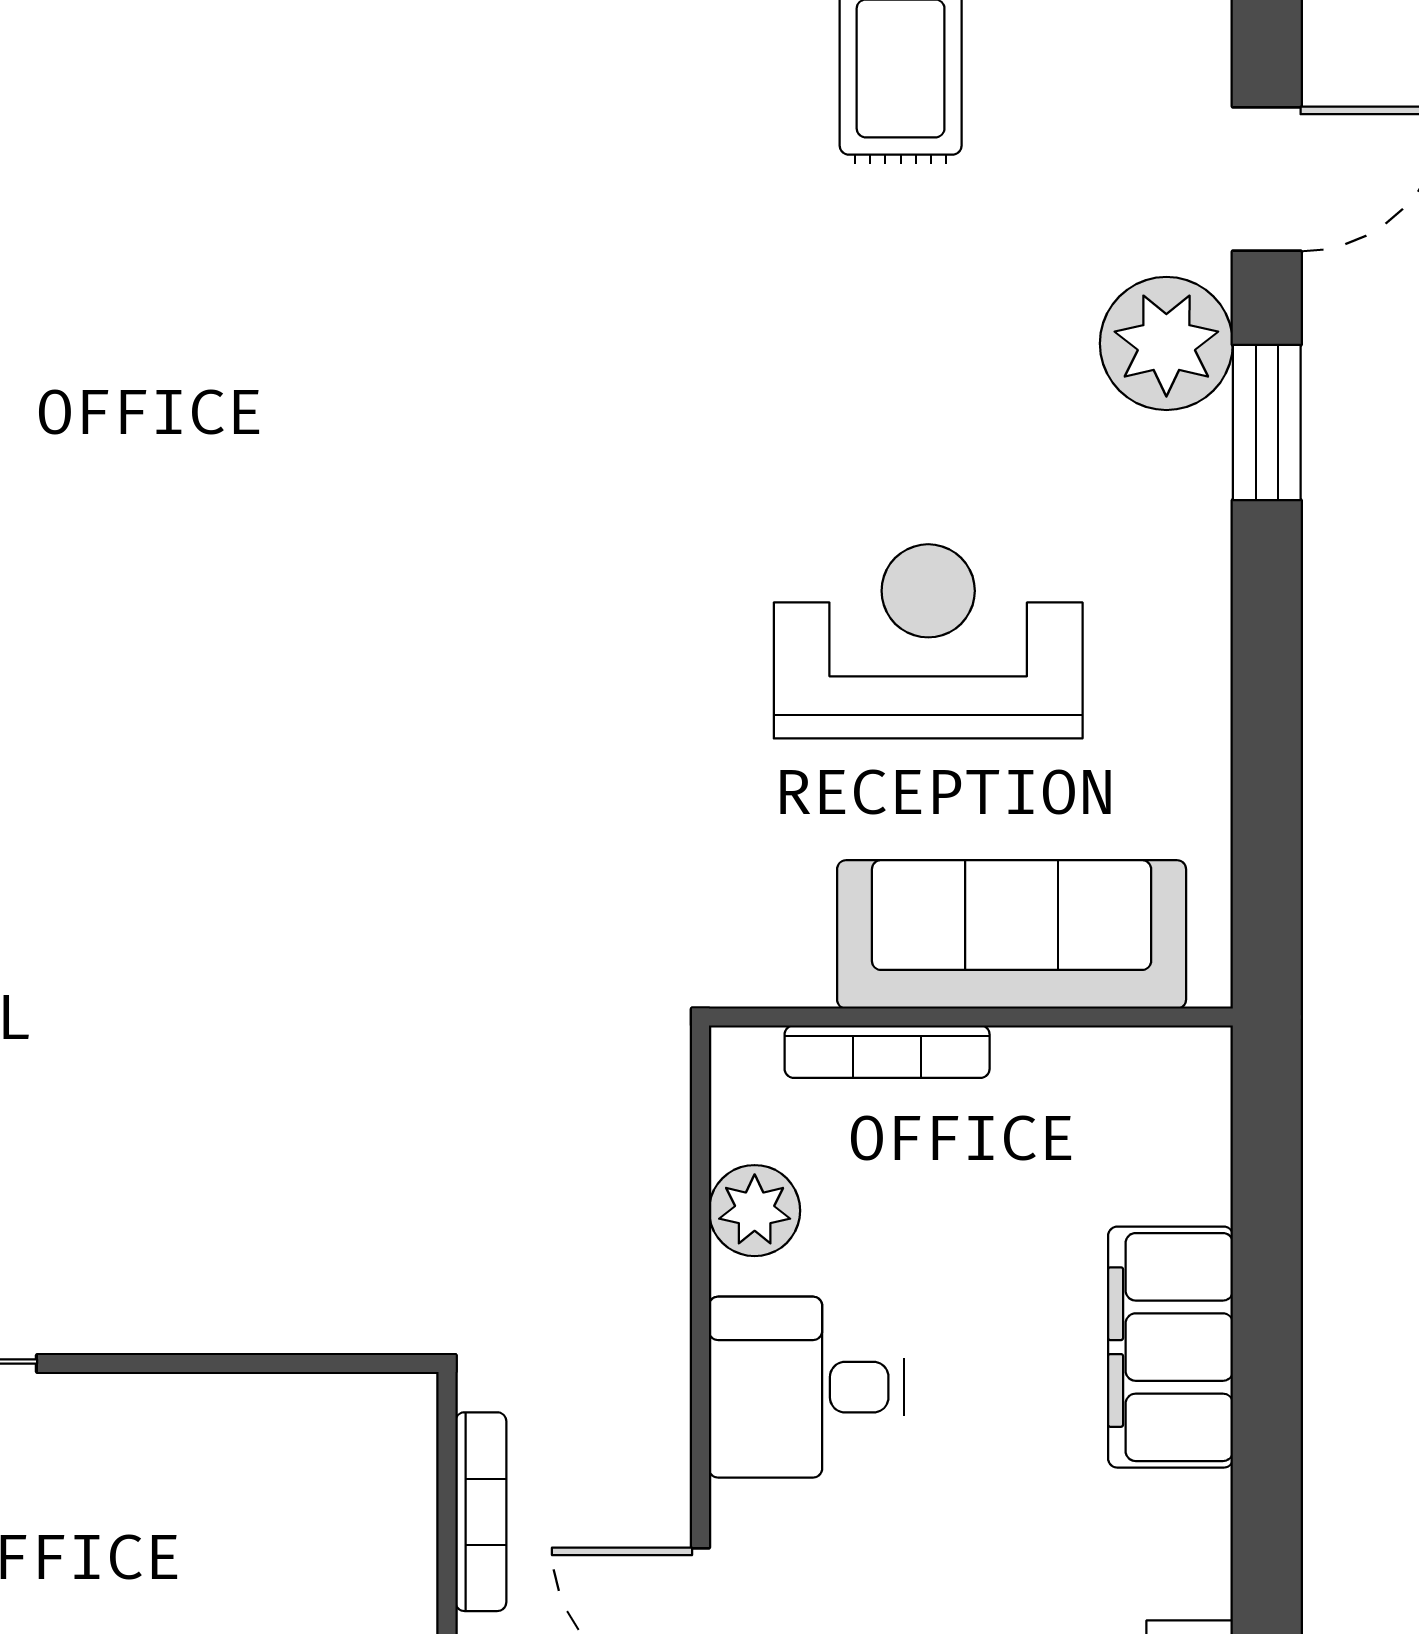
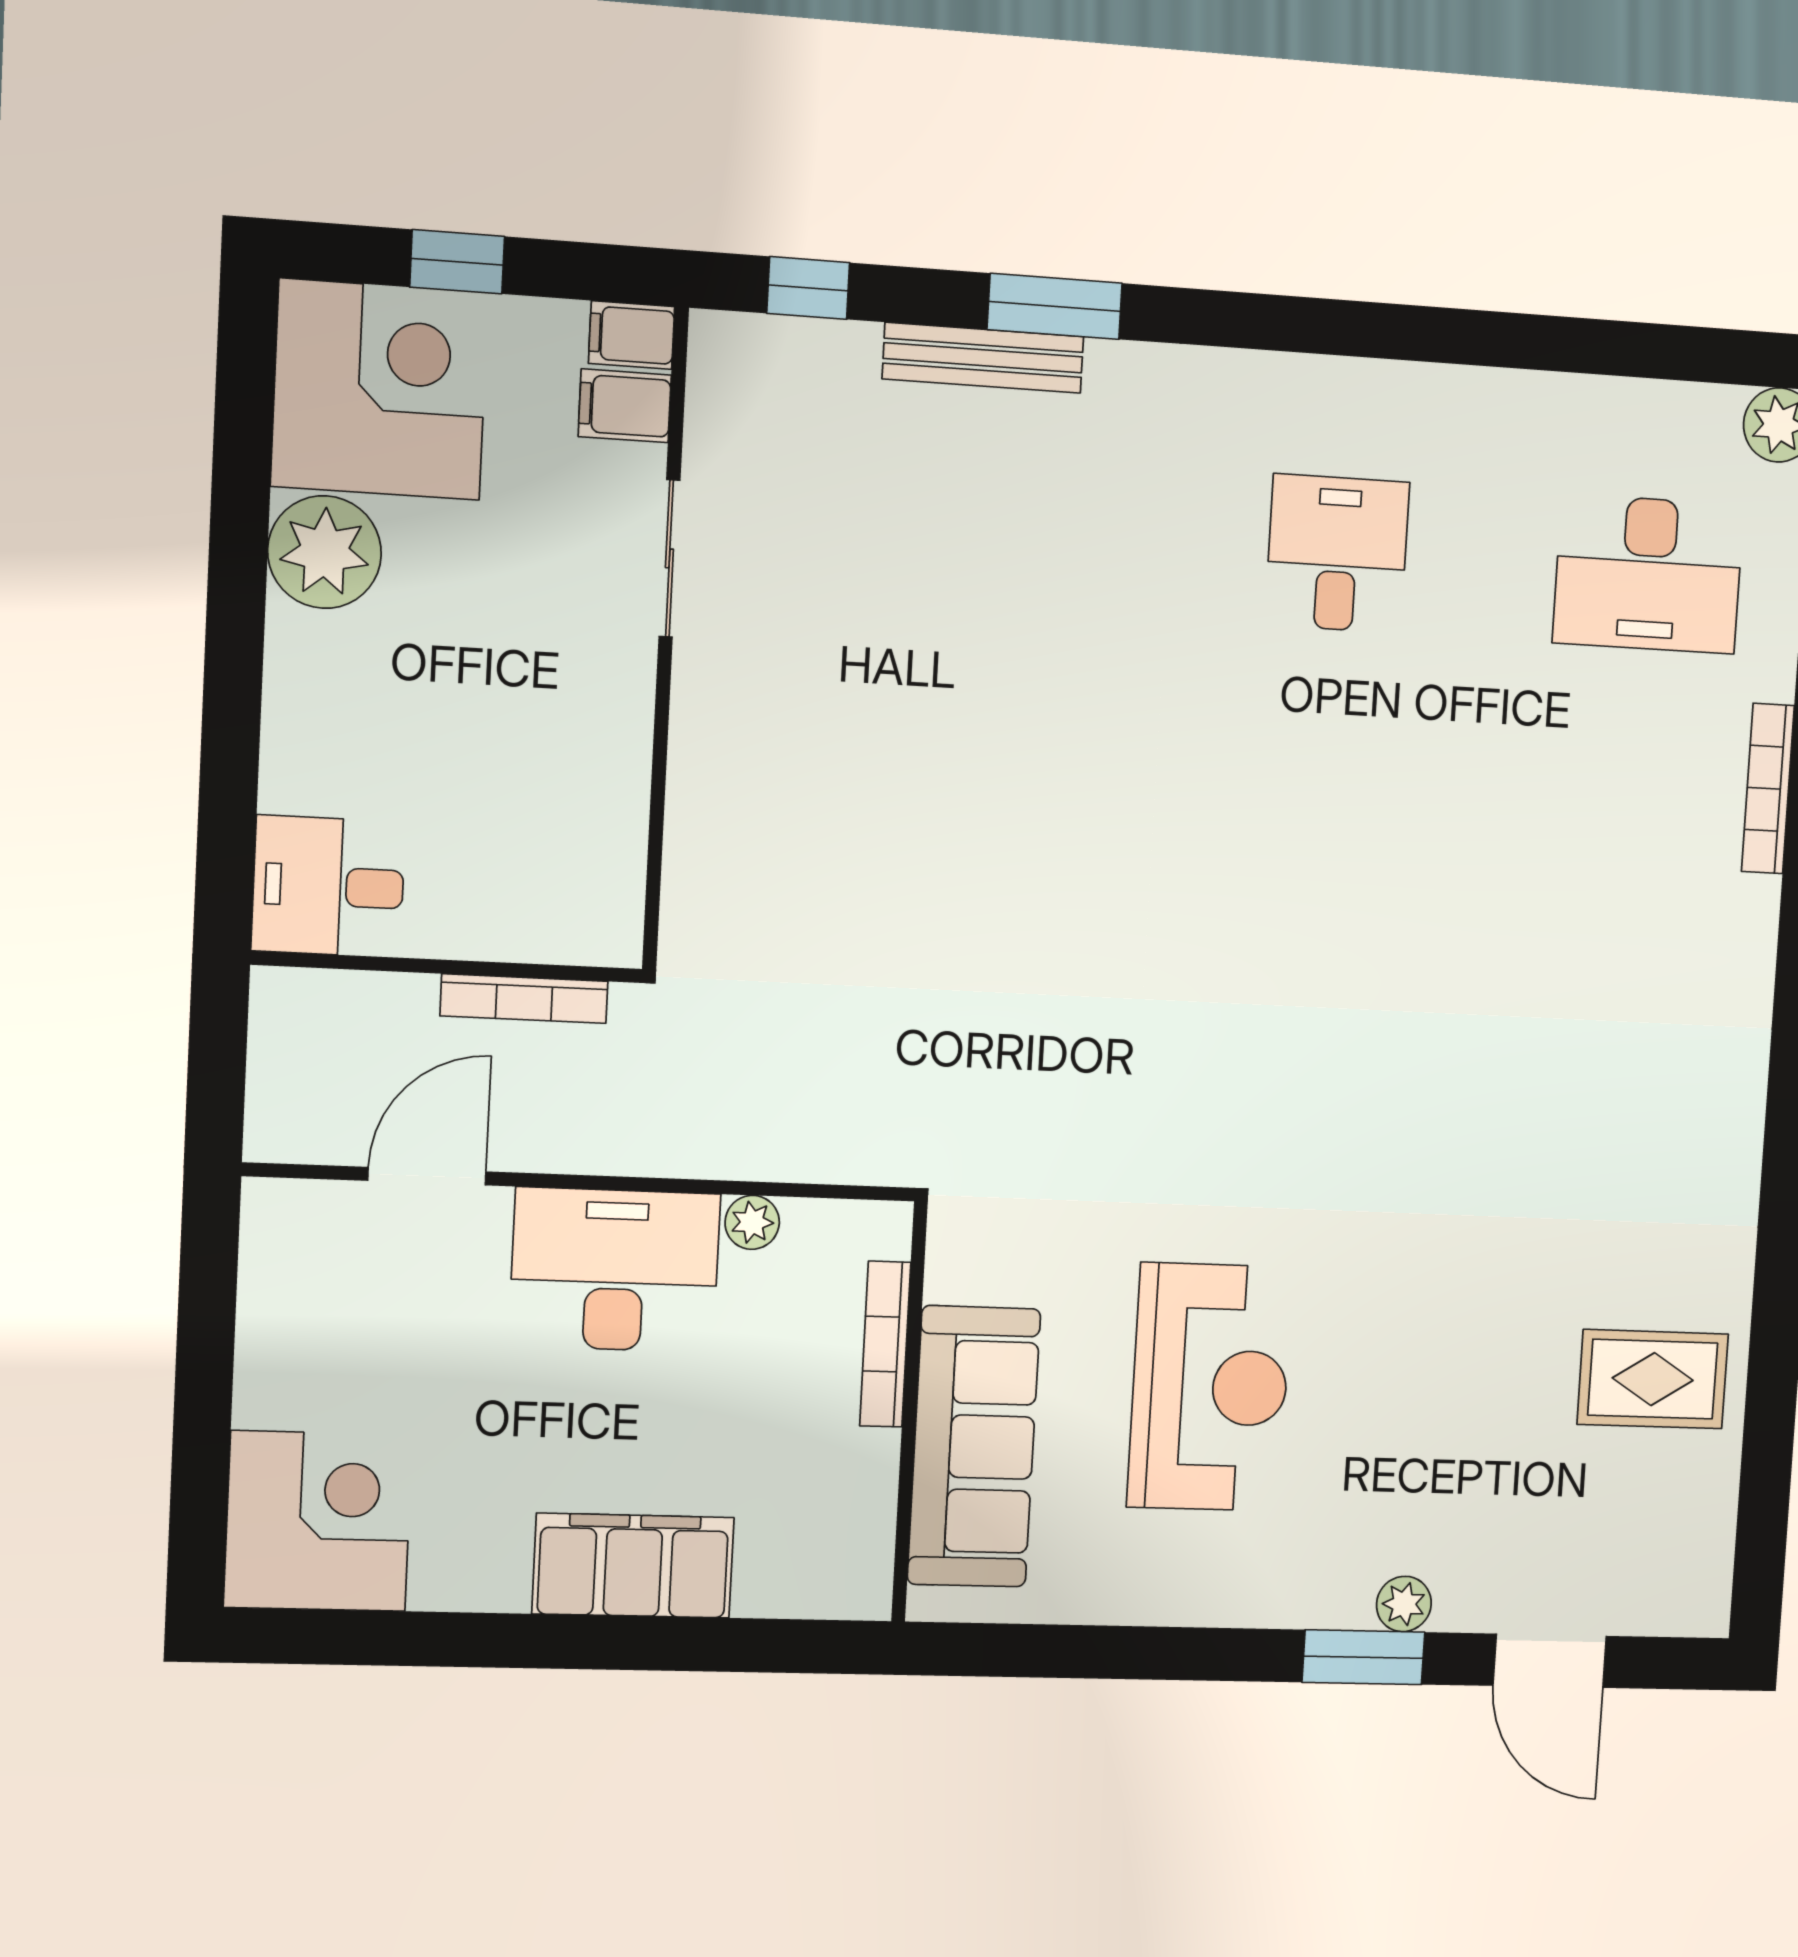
plant: (1166, 343) -> (1404, 1604), width x0.53, depth x0.53
plant: (755, 1211) -> (752, 1222), width x0.73, depth x0.73
desk: (807, 1387) -> (615, 1270), width x1.37

